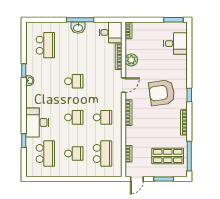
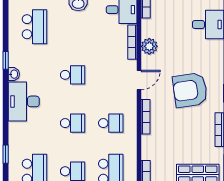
desk: (37, 122) -> (24, 101), moved

